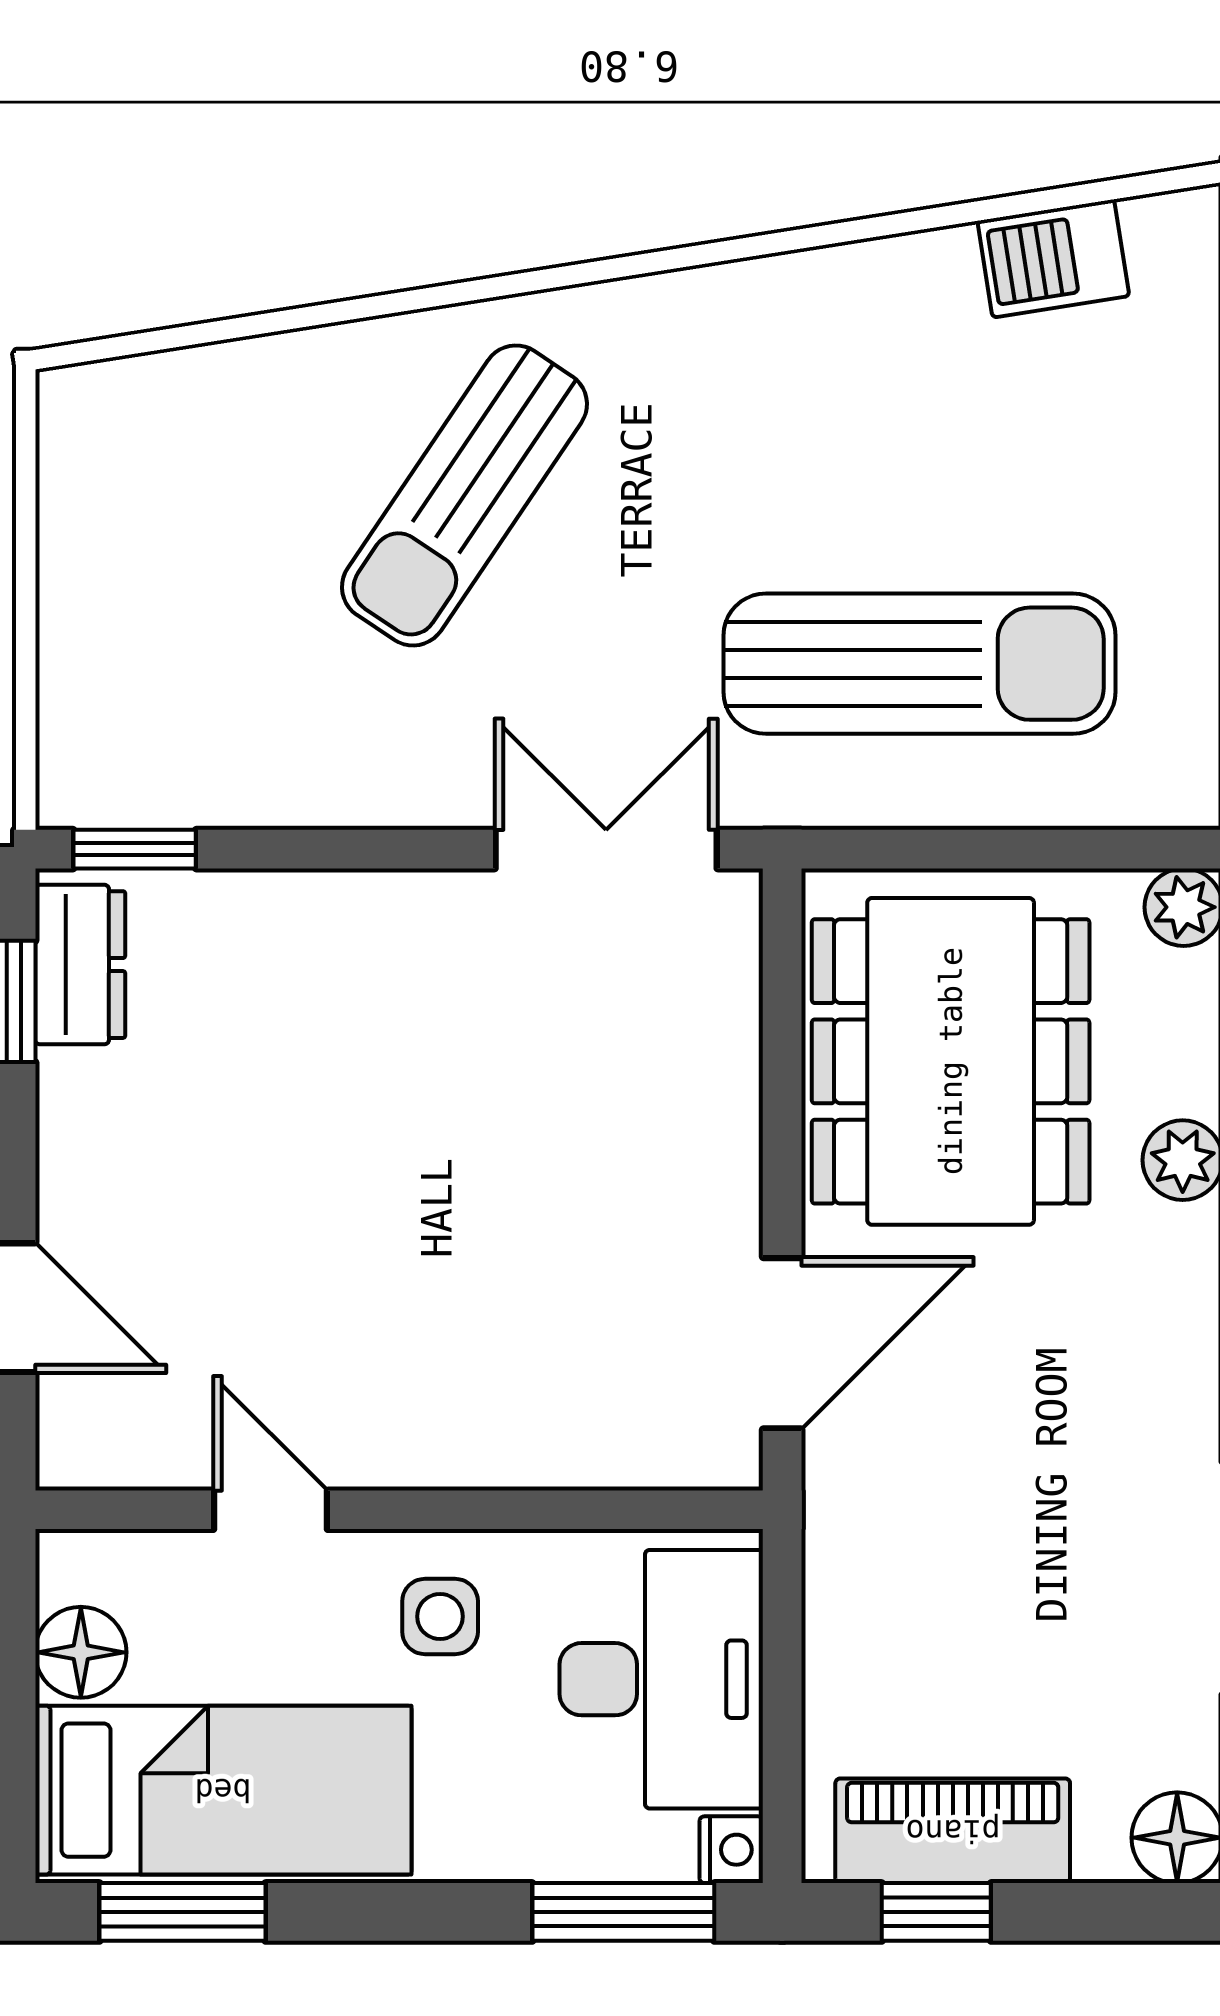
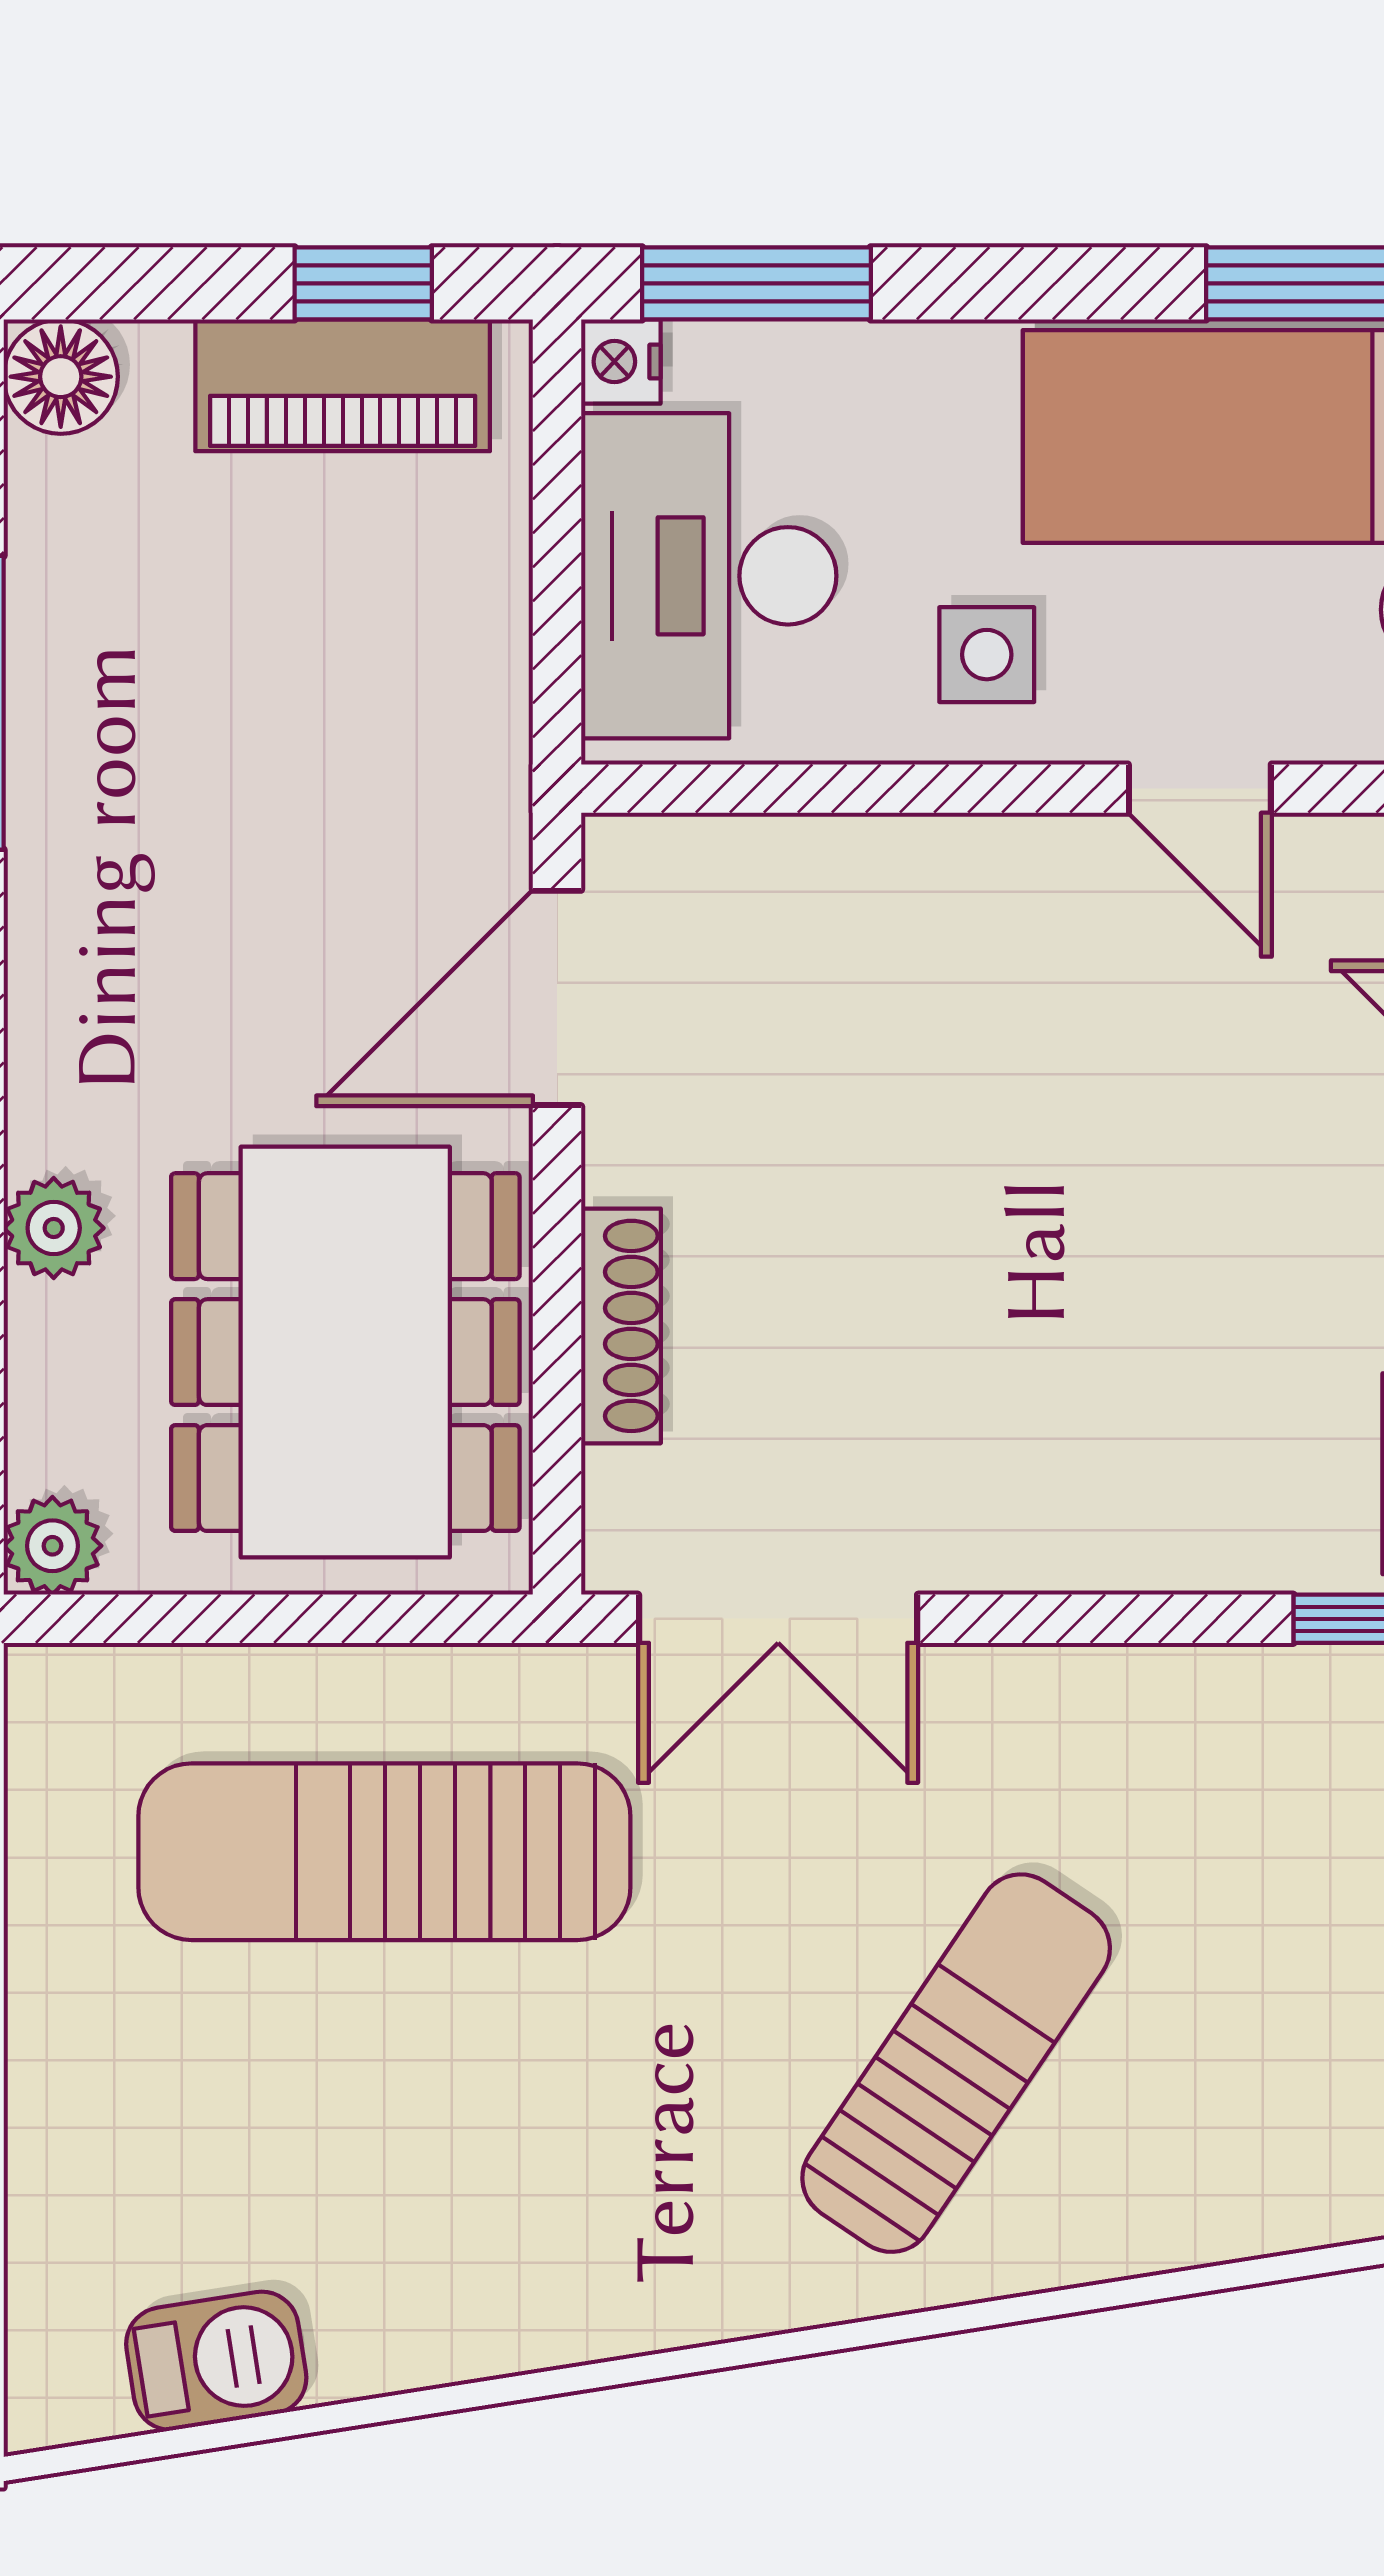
shoe rack: (731, 1082) -> (621, 1326), added

